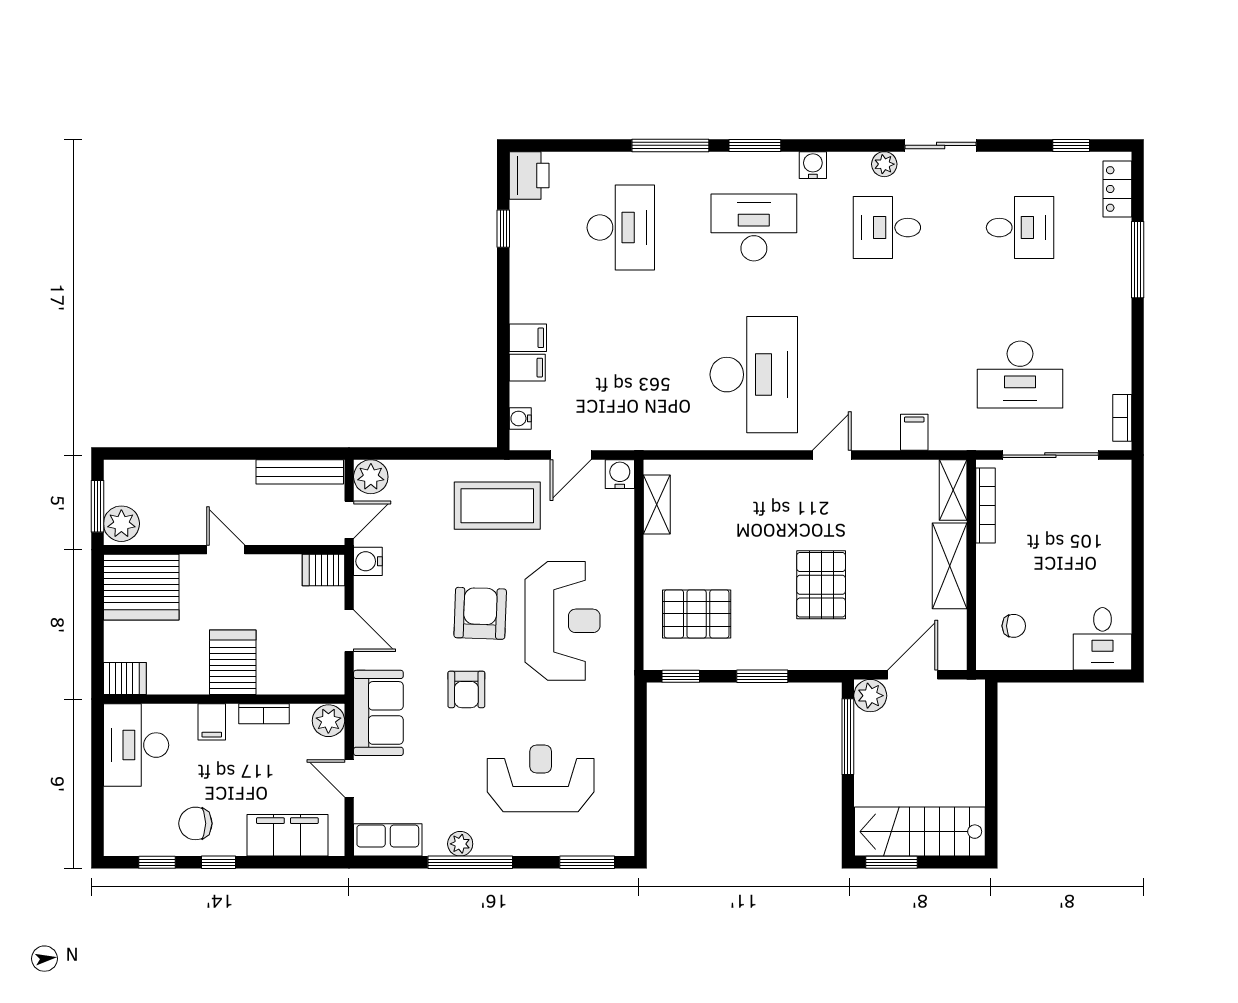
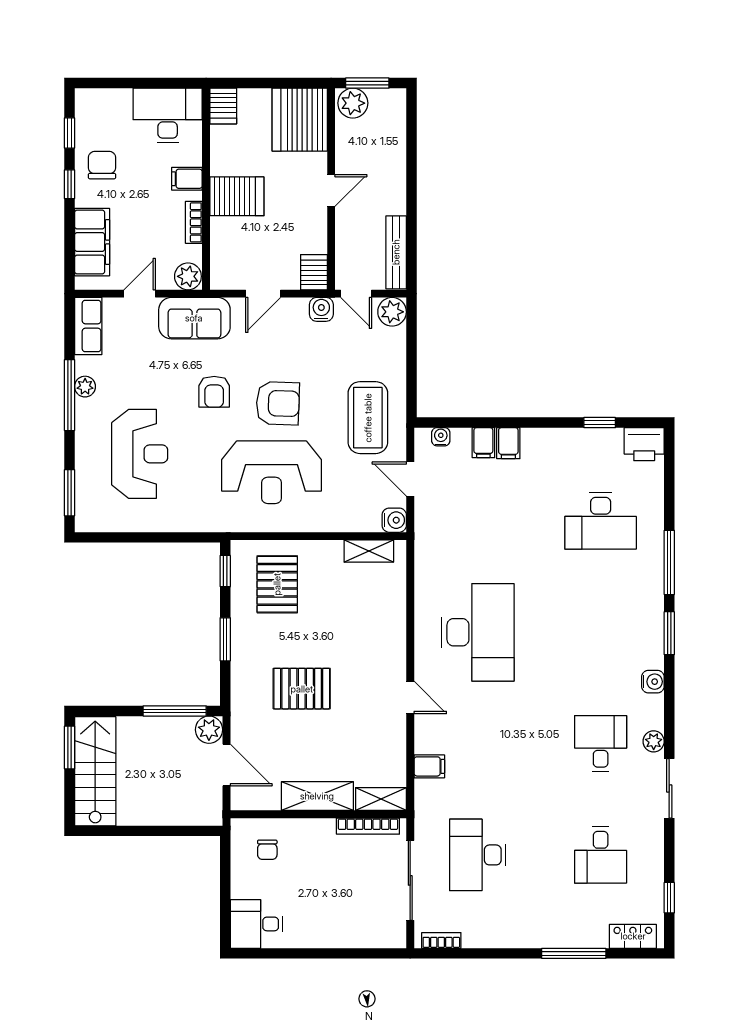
desk: (754, 228) -> (601, 632), removed
desk: (754, 375) -> (478, 632), turned -90
armchair: (466, 689) -> (214, 392), turned -90

